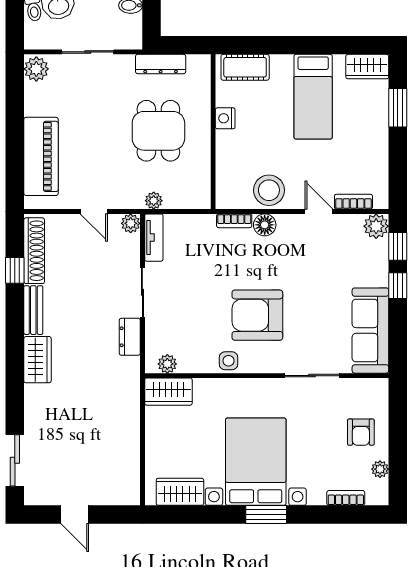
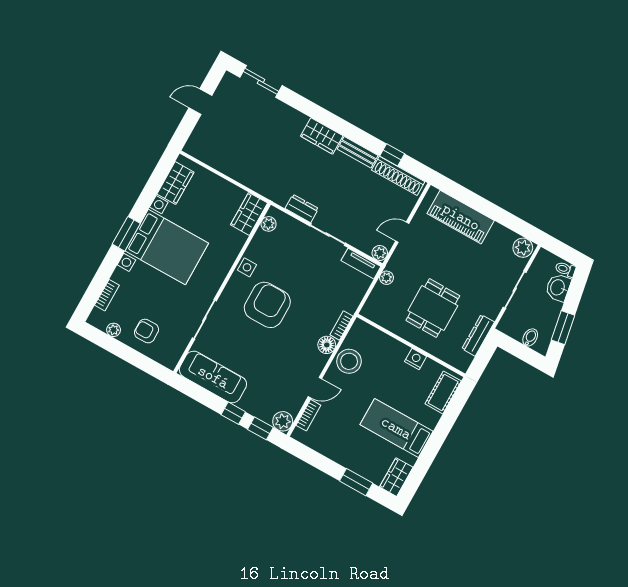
dining table: (158, 131) -> (433, 308), turned 90

